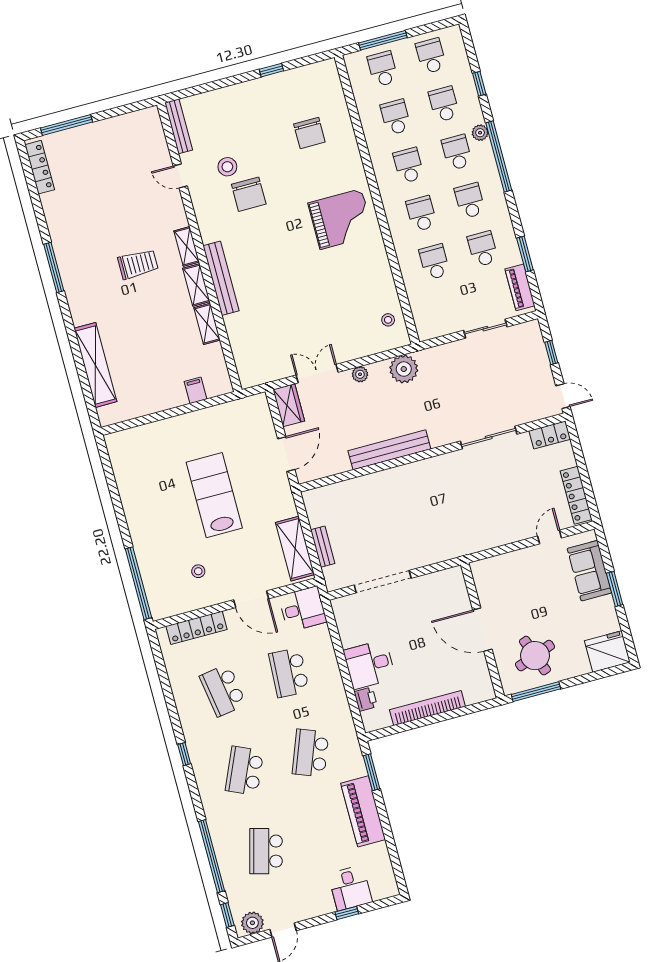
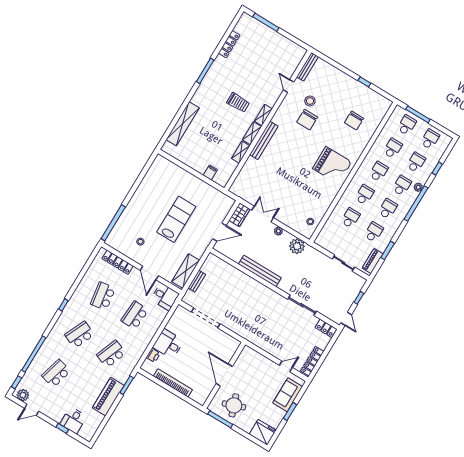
locker: (40, 167) -> (229, 44), moved

